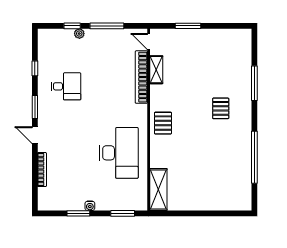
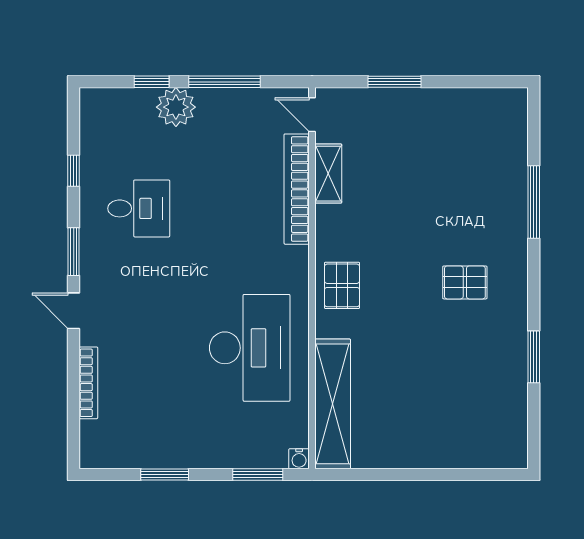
plant: (79, 34) -> (176, 107), width x1.87, depth x1.87
pallet: (221, 108) -> (465, 282), moved, turned 90
window: (254, 157) -> (534, 357), width x0.47
shelving: (158, 189) -> (333, 404), width x1.47
water cooler: (90, 206) -> (299, 459), moved

